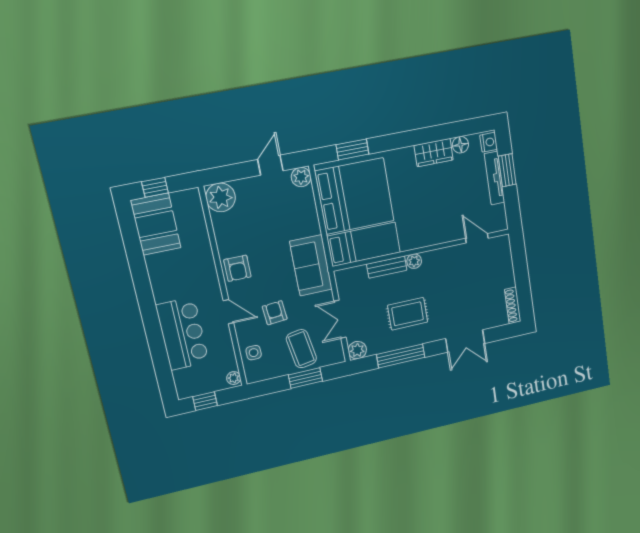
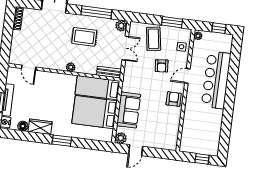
window: (352, 149) -> (62, 141), moved
bed: (355, 196) -> (95, 112), width x0.73
plant: (221, 197) -> (169, 142), removed
booth: (156, 224) -> (209, 139), removed
sofa: (311, 265) -> (129, 110), moved
bench: (387, 267) -> (109, 72), moved
door: (228, 312) -> (187, 76), hinge flipped
bar counter: (182, 334) -> (216, 80), width x1.36
window: (305, 378) -> (172, 22), moved

